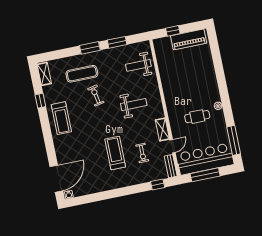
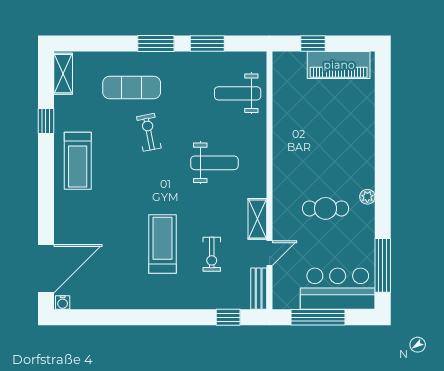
bar counter: (205, 159) -> (338, 289), width x0.73

